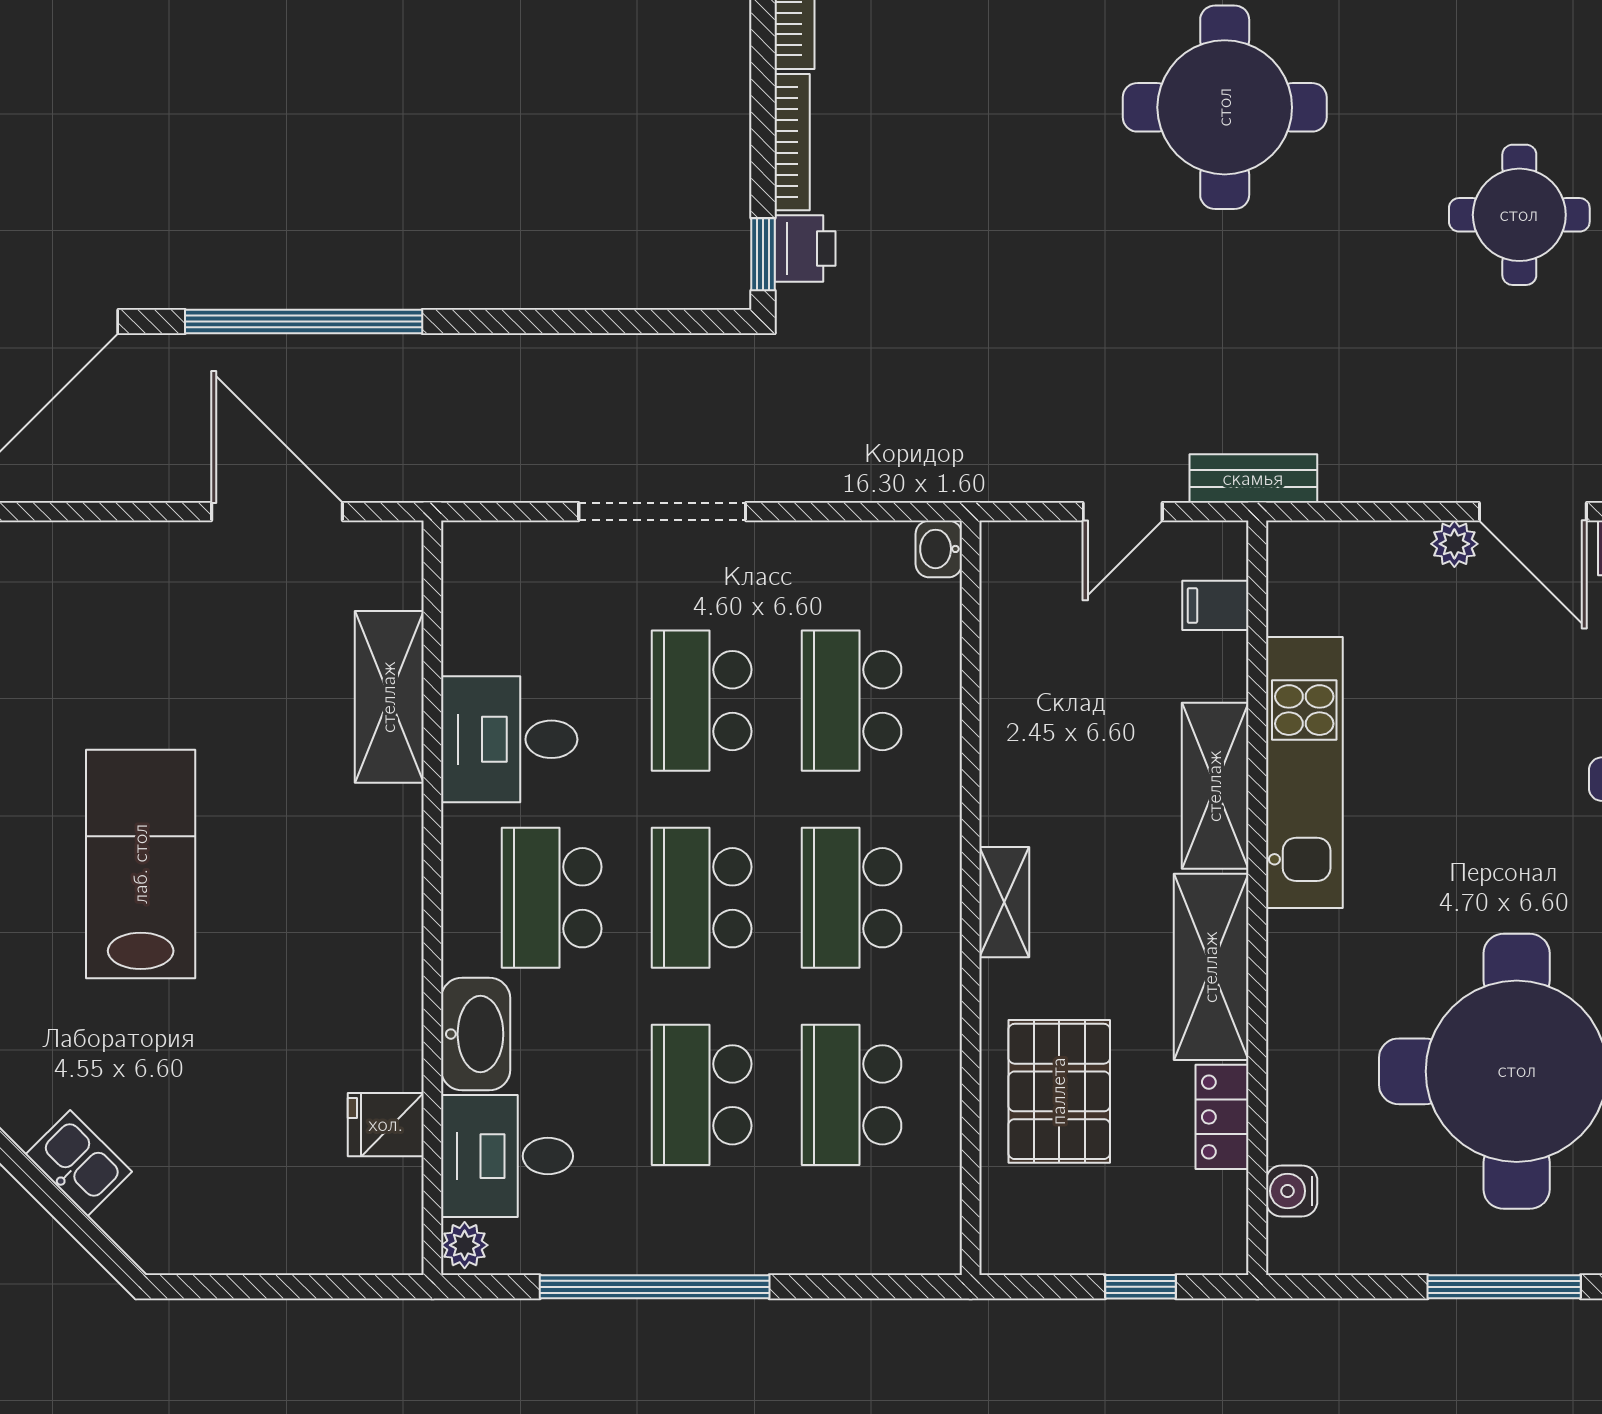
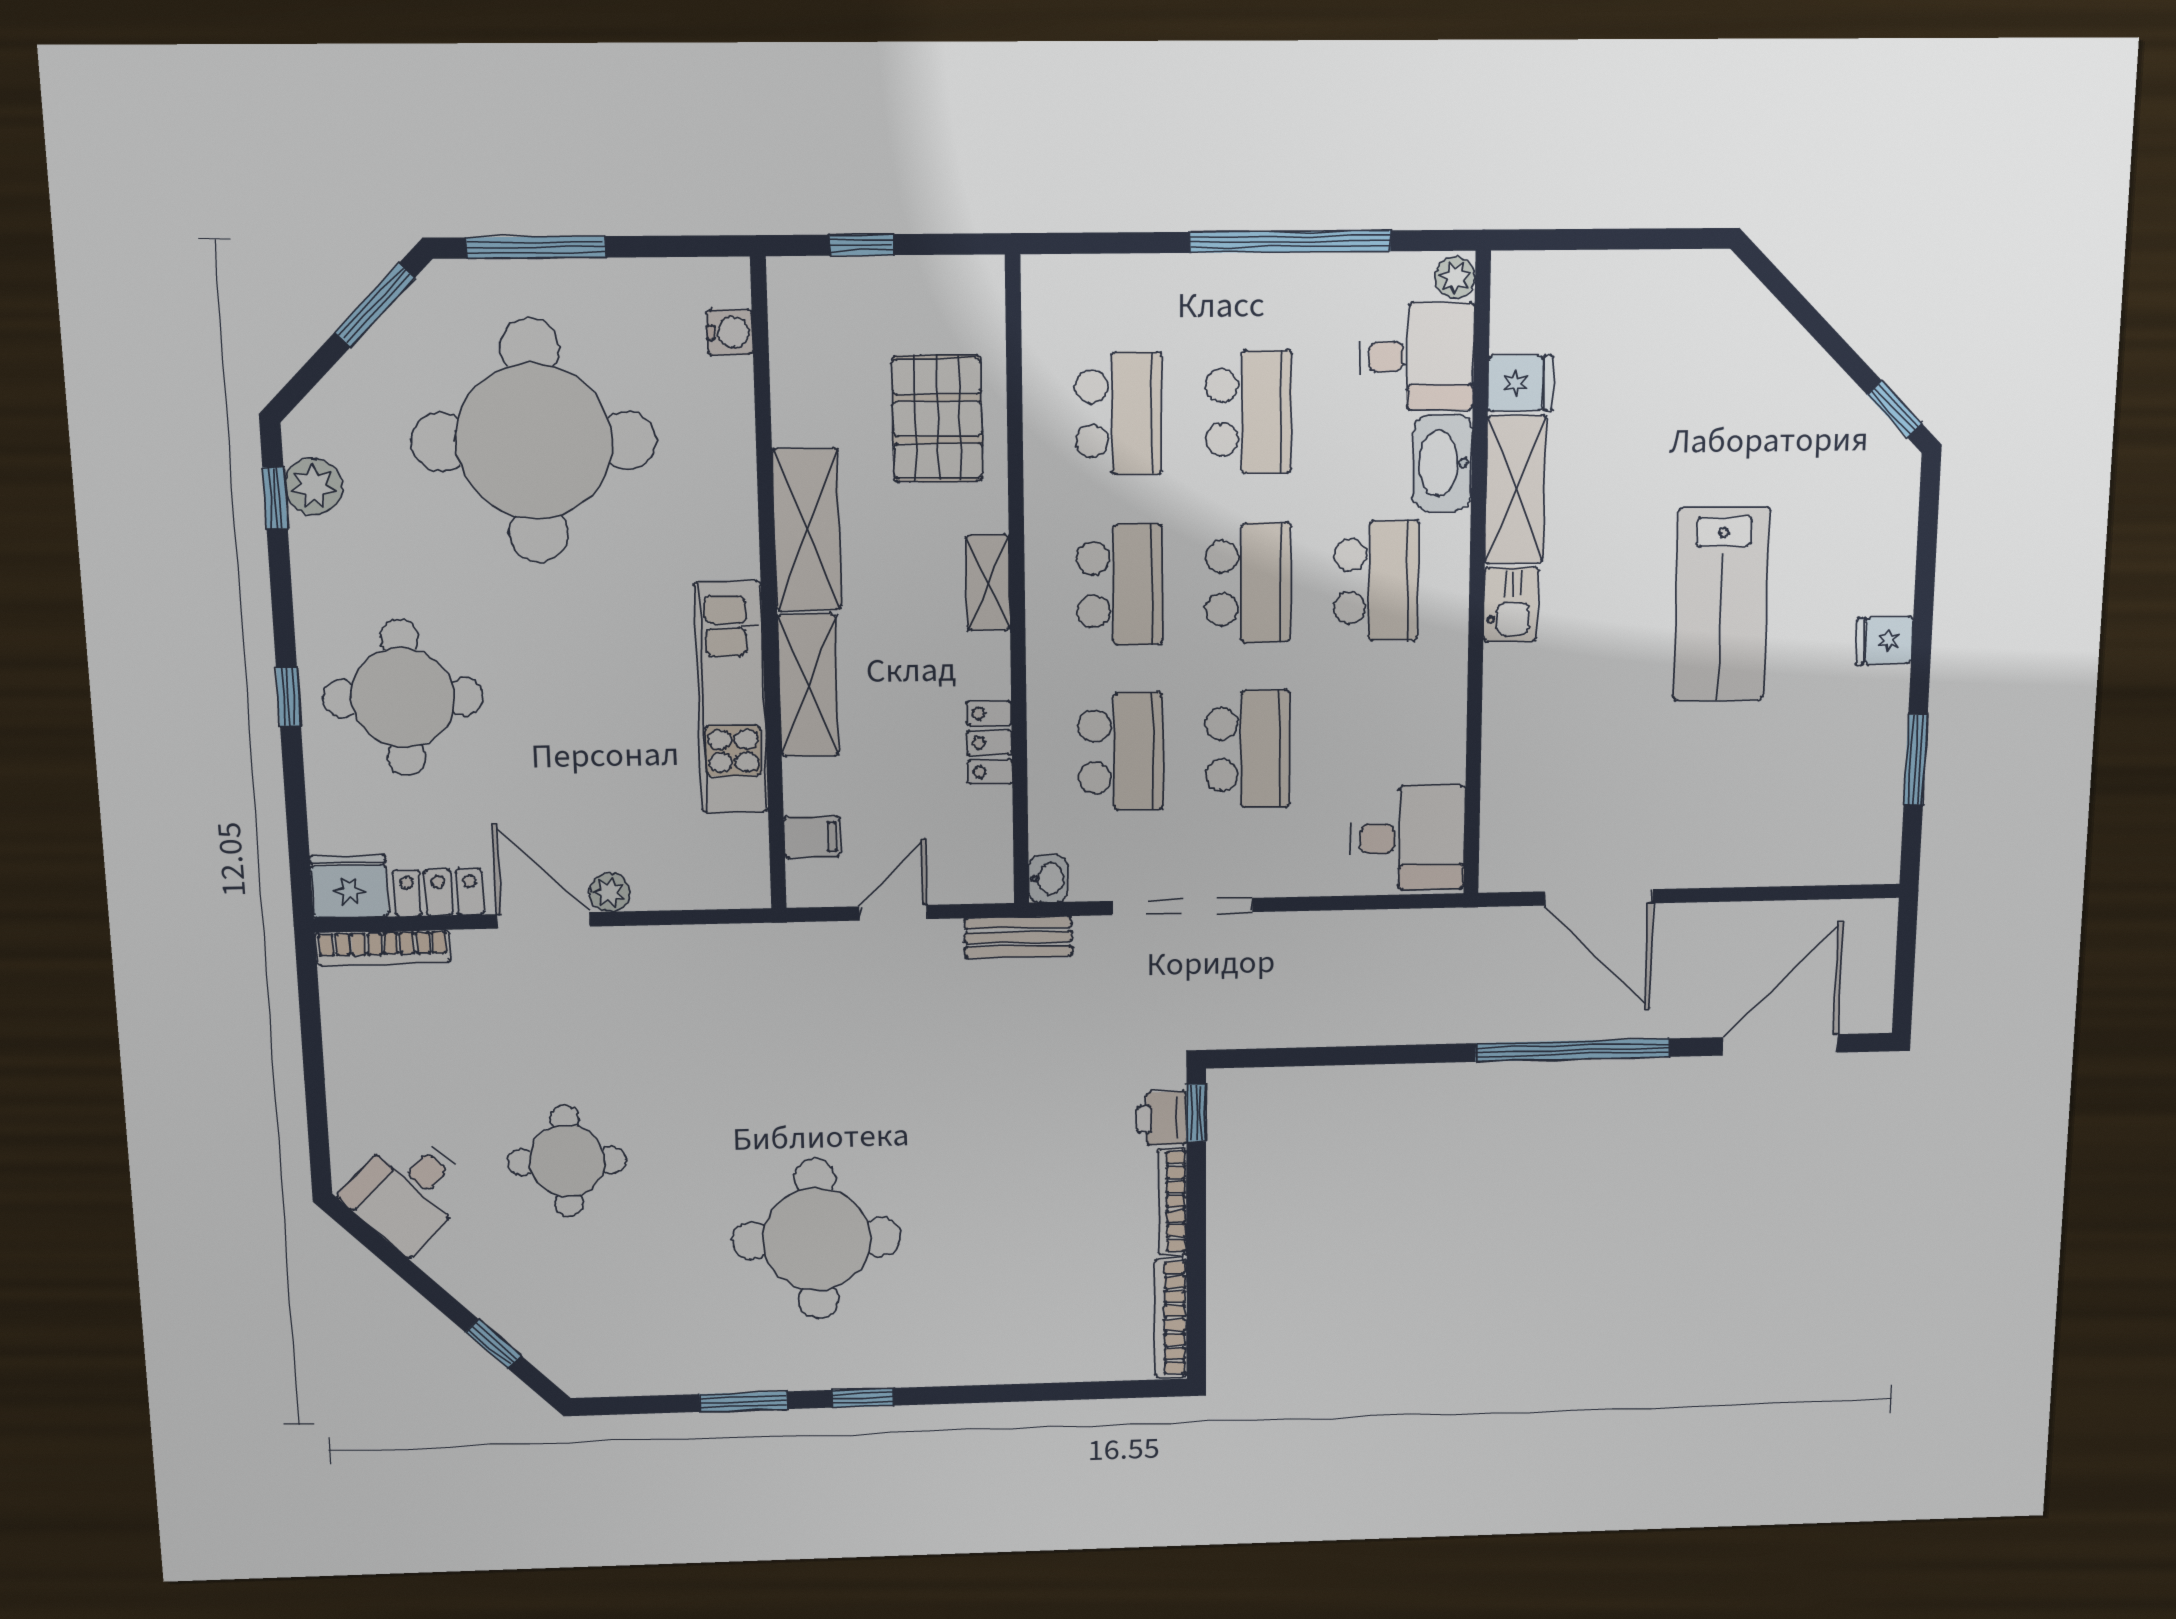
bench: (1253, 479) -> (1018, 937), moved
doorway: (662, 512) -> (1182, 906), moved
shelving: (389, 697) -> (1515, 489), moved
desk: (509, 739) -> (1408, 838), moved
locker: (1222, 1117) -> (989, 743), moved, turned 180
kitchen sink: (79, 1163) -> (1511, 604), moved, turned -135

